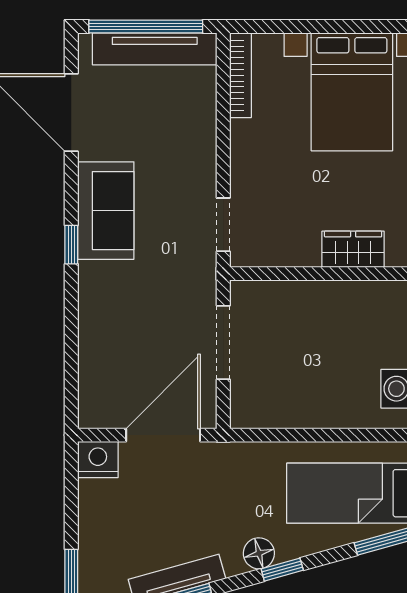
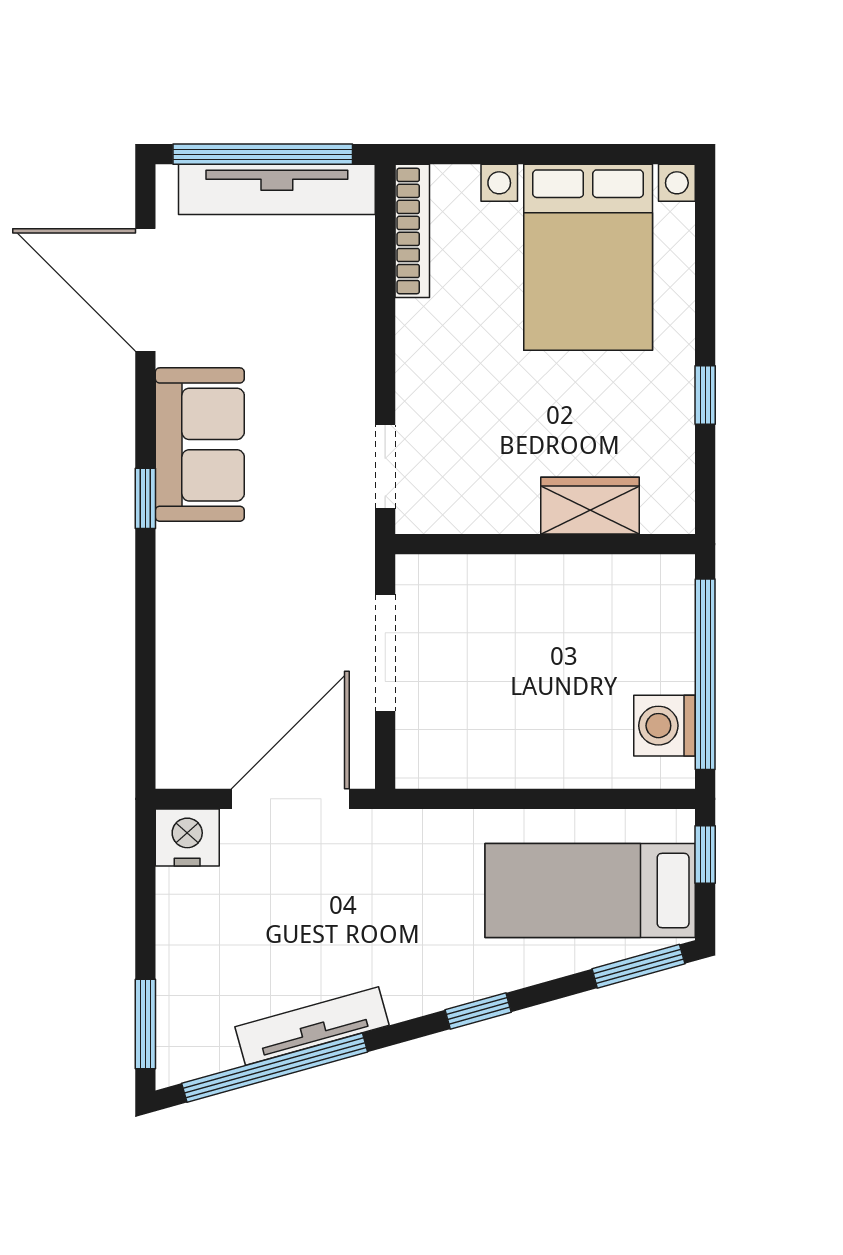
floor lamp: (259, 553) -> (441, 985), removed

